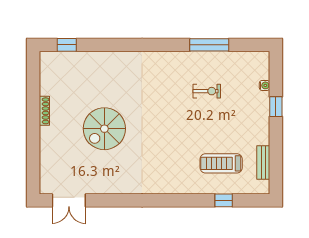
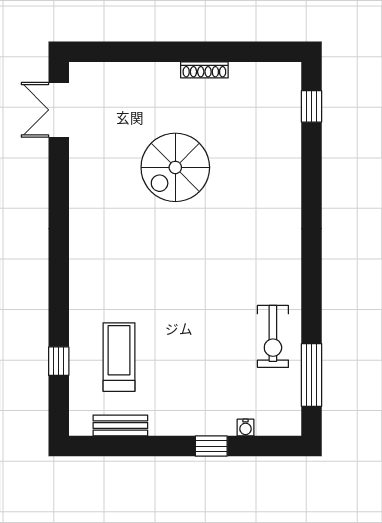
window: (209, 45) -> (312, 375), moved
exercise bike: (207, 91) -> (273, 336), moved, width x1.38, depth x1.39
spiral stairs: (104, 129) -> (175, 167), turned -90

